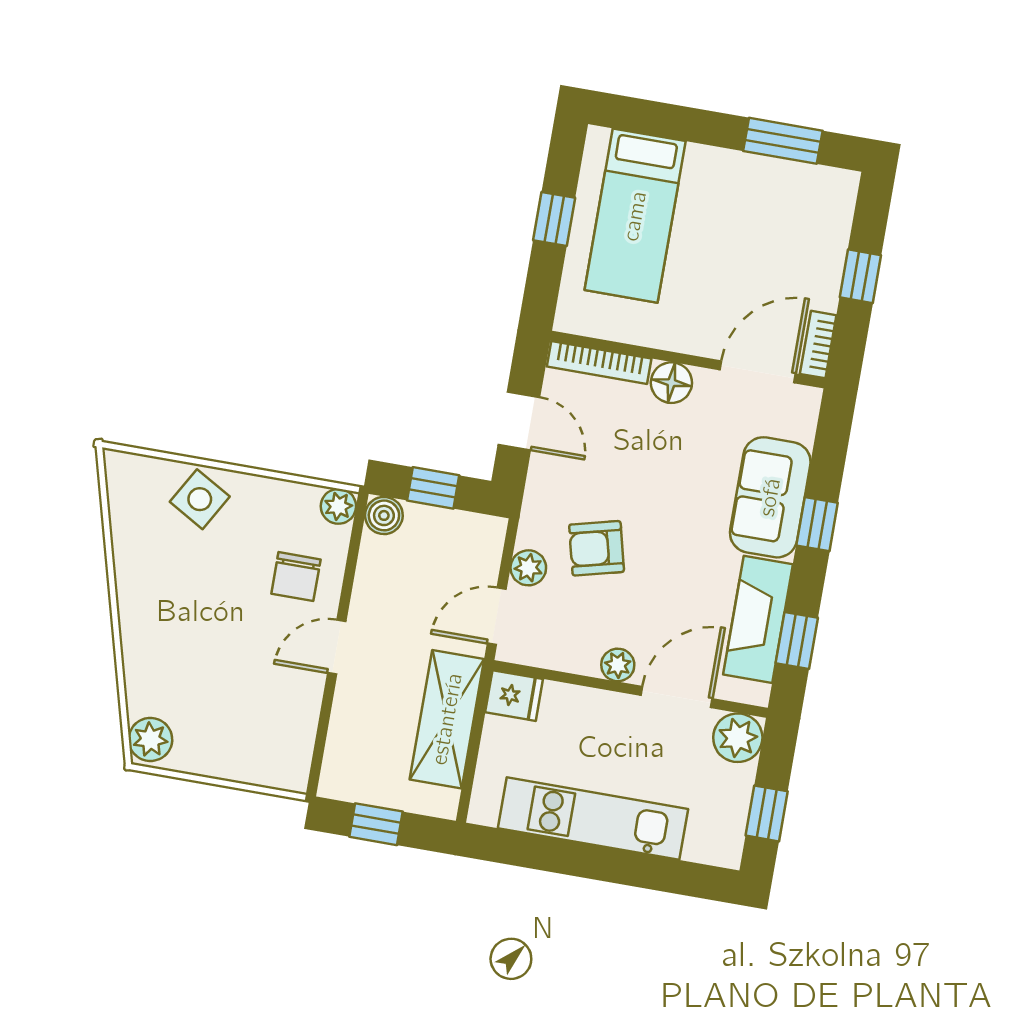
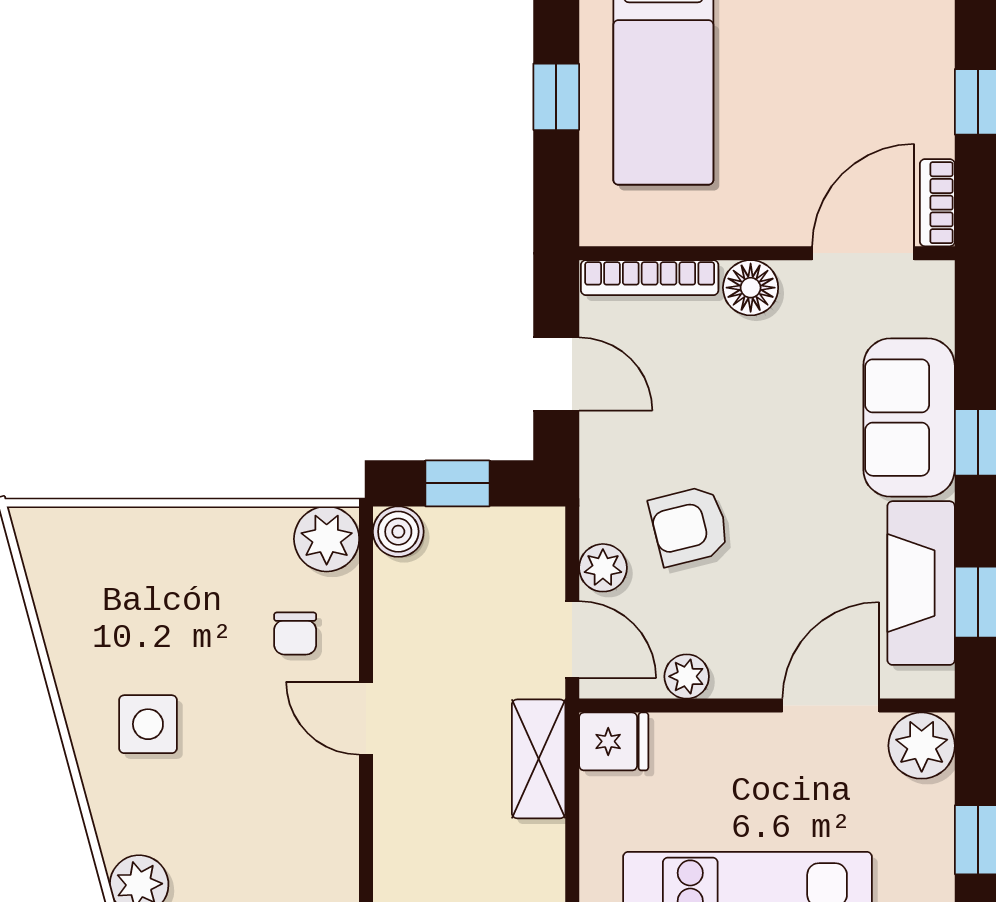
side table: (200, 499) -> (148, 724), moved, turned -30
plant: (338, 506) -> (327, 539), width x1.38, depth x1.38
chair: (296, 577) -> (295, 634), width x0.73, depth x0.73
door: (497, 616) -> (572, 640), swing flipped
door: (337, 647) -> (366, 718), hinge flipped
plant: (618, 665) -> (687, 676), moved
shelving: (447, 719) -> (539, 759), width x0.67, depth x0.75

